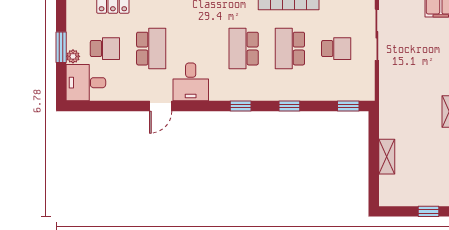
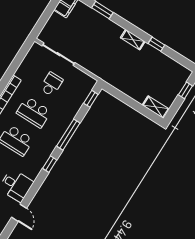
window: (289, 106) -> (68, 135), width x2.17
shelving: (387, 157) -> (156, 107), moved

